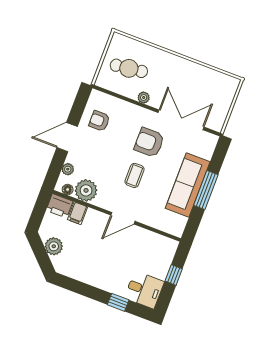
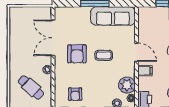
cafe table: (129, 68) -> (31, 88), turned -41
sofa: (188, 185) -> (113, 16), moved
filing cabinet: (78, 213) -> (145, 71), moved

